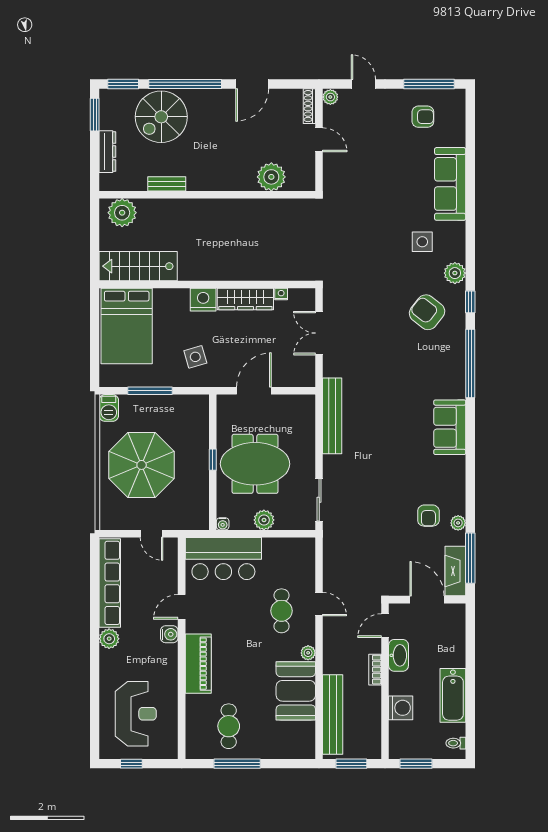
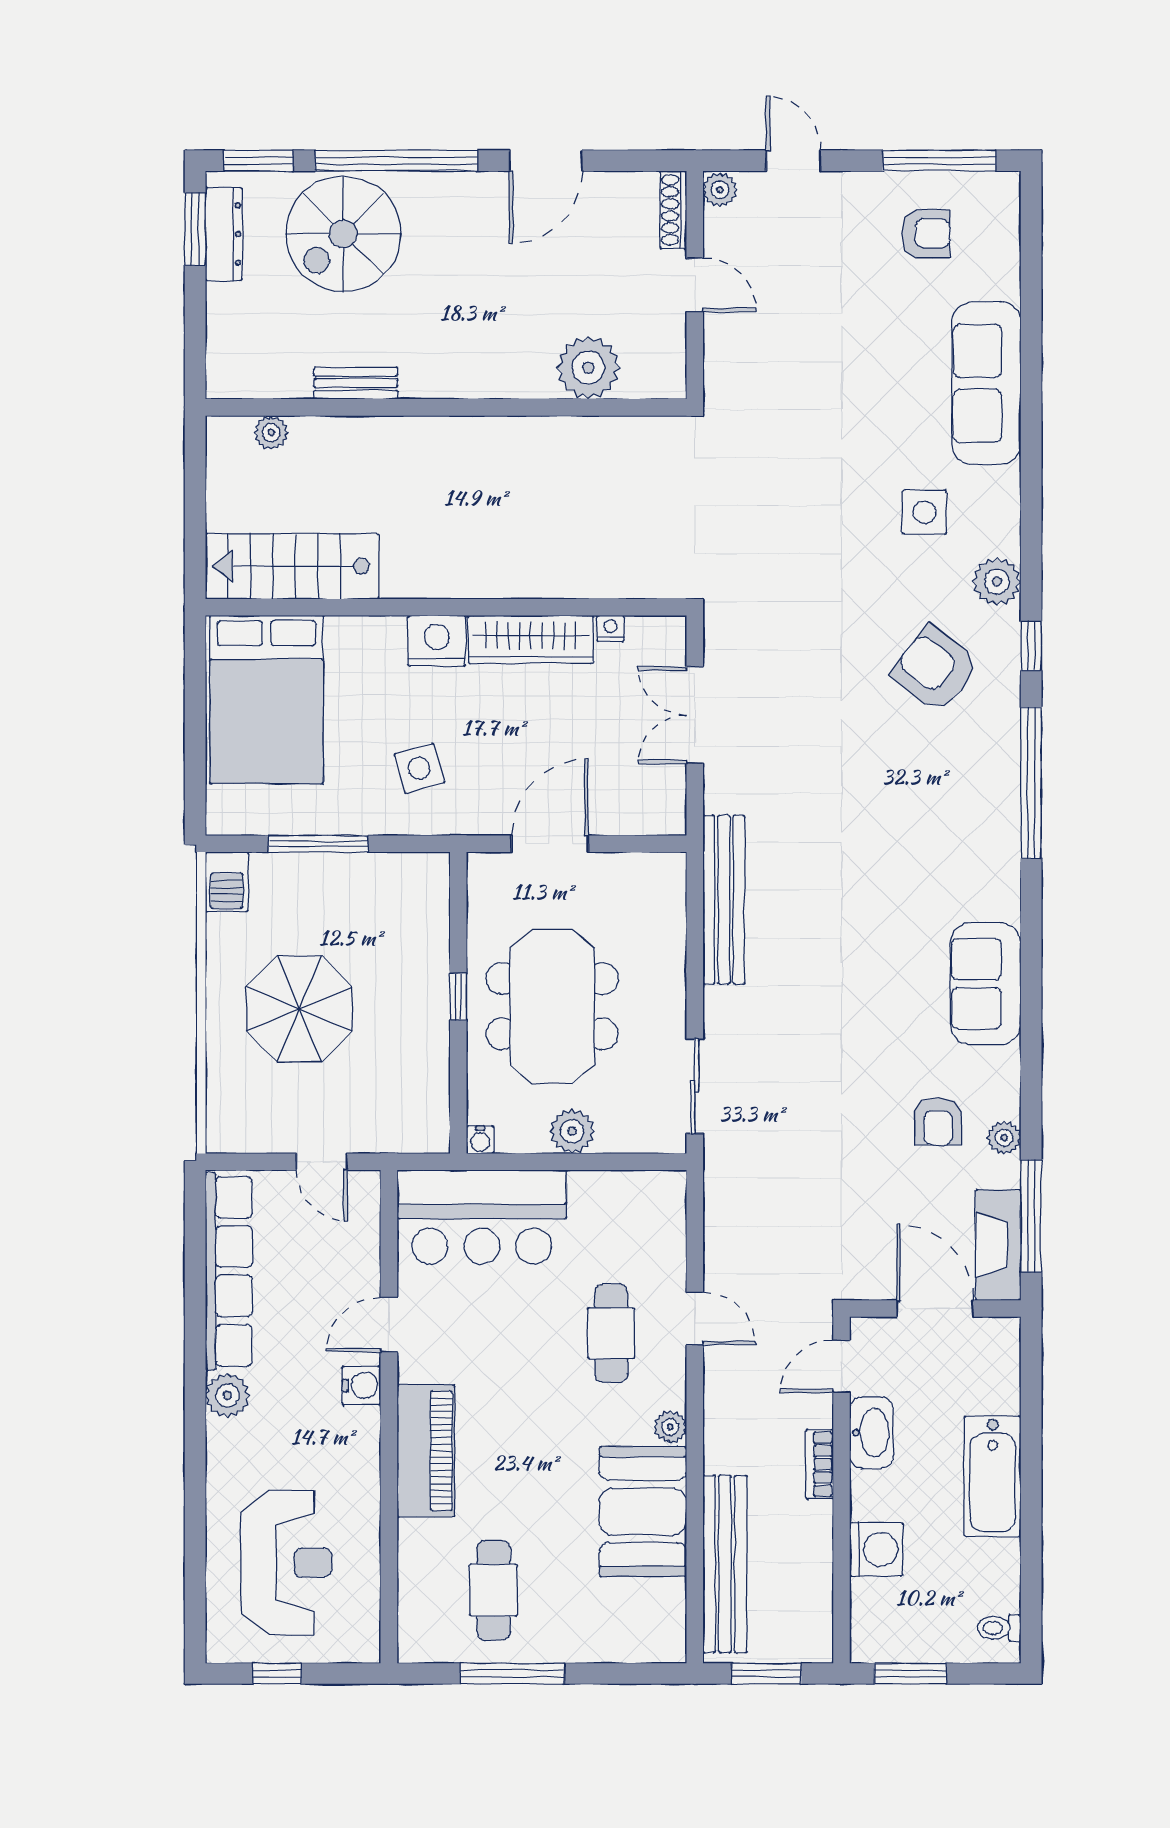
dresser: (107, 152) -> (224, 234), moved
plant: (122, 213) -> (271, 432), width x0.53, depth x0.53
sofa: (450, 427) -> (986, 984), moved
meeting table: (255, 464) -> (552, 1006), turned 90
parasol: (142, 465) -> (300, 1009), width x0.73, depth x0.73
bathtub: (453, 695) -> (993, 1476), moved

